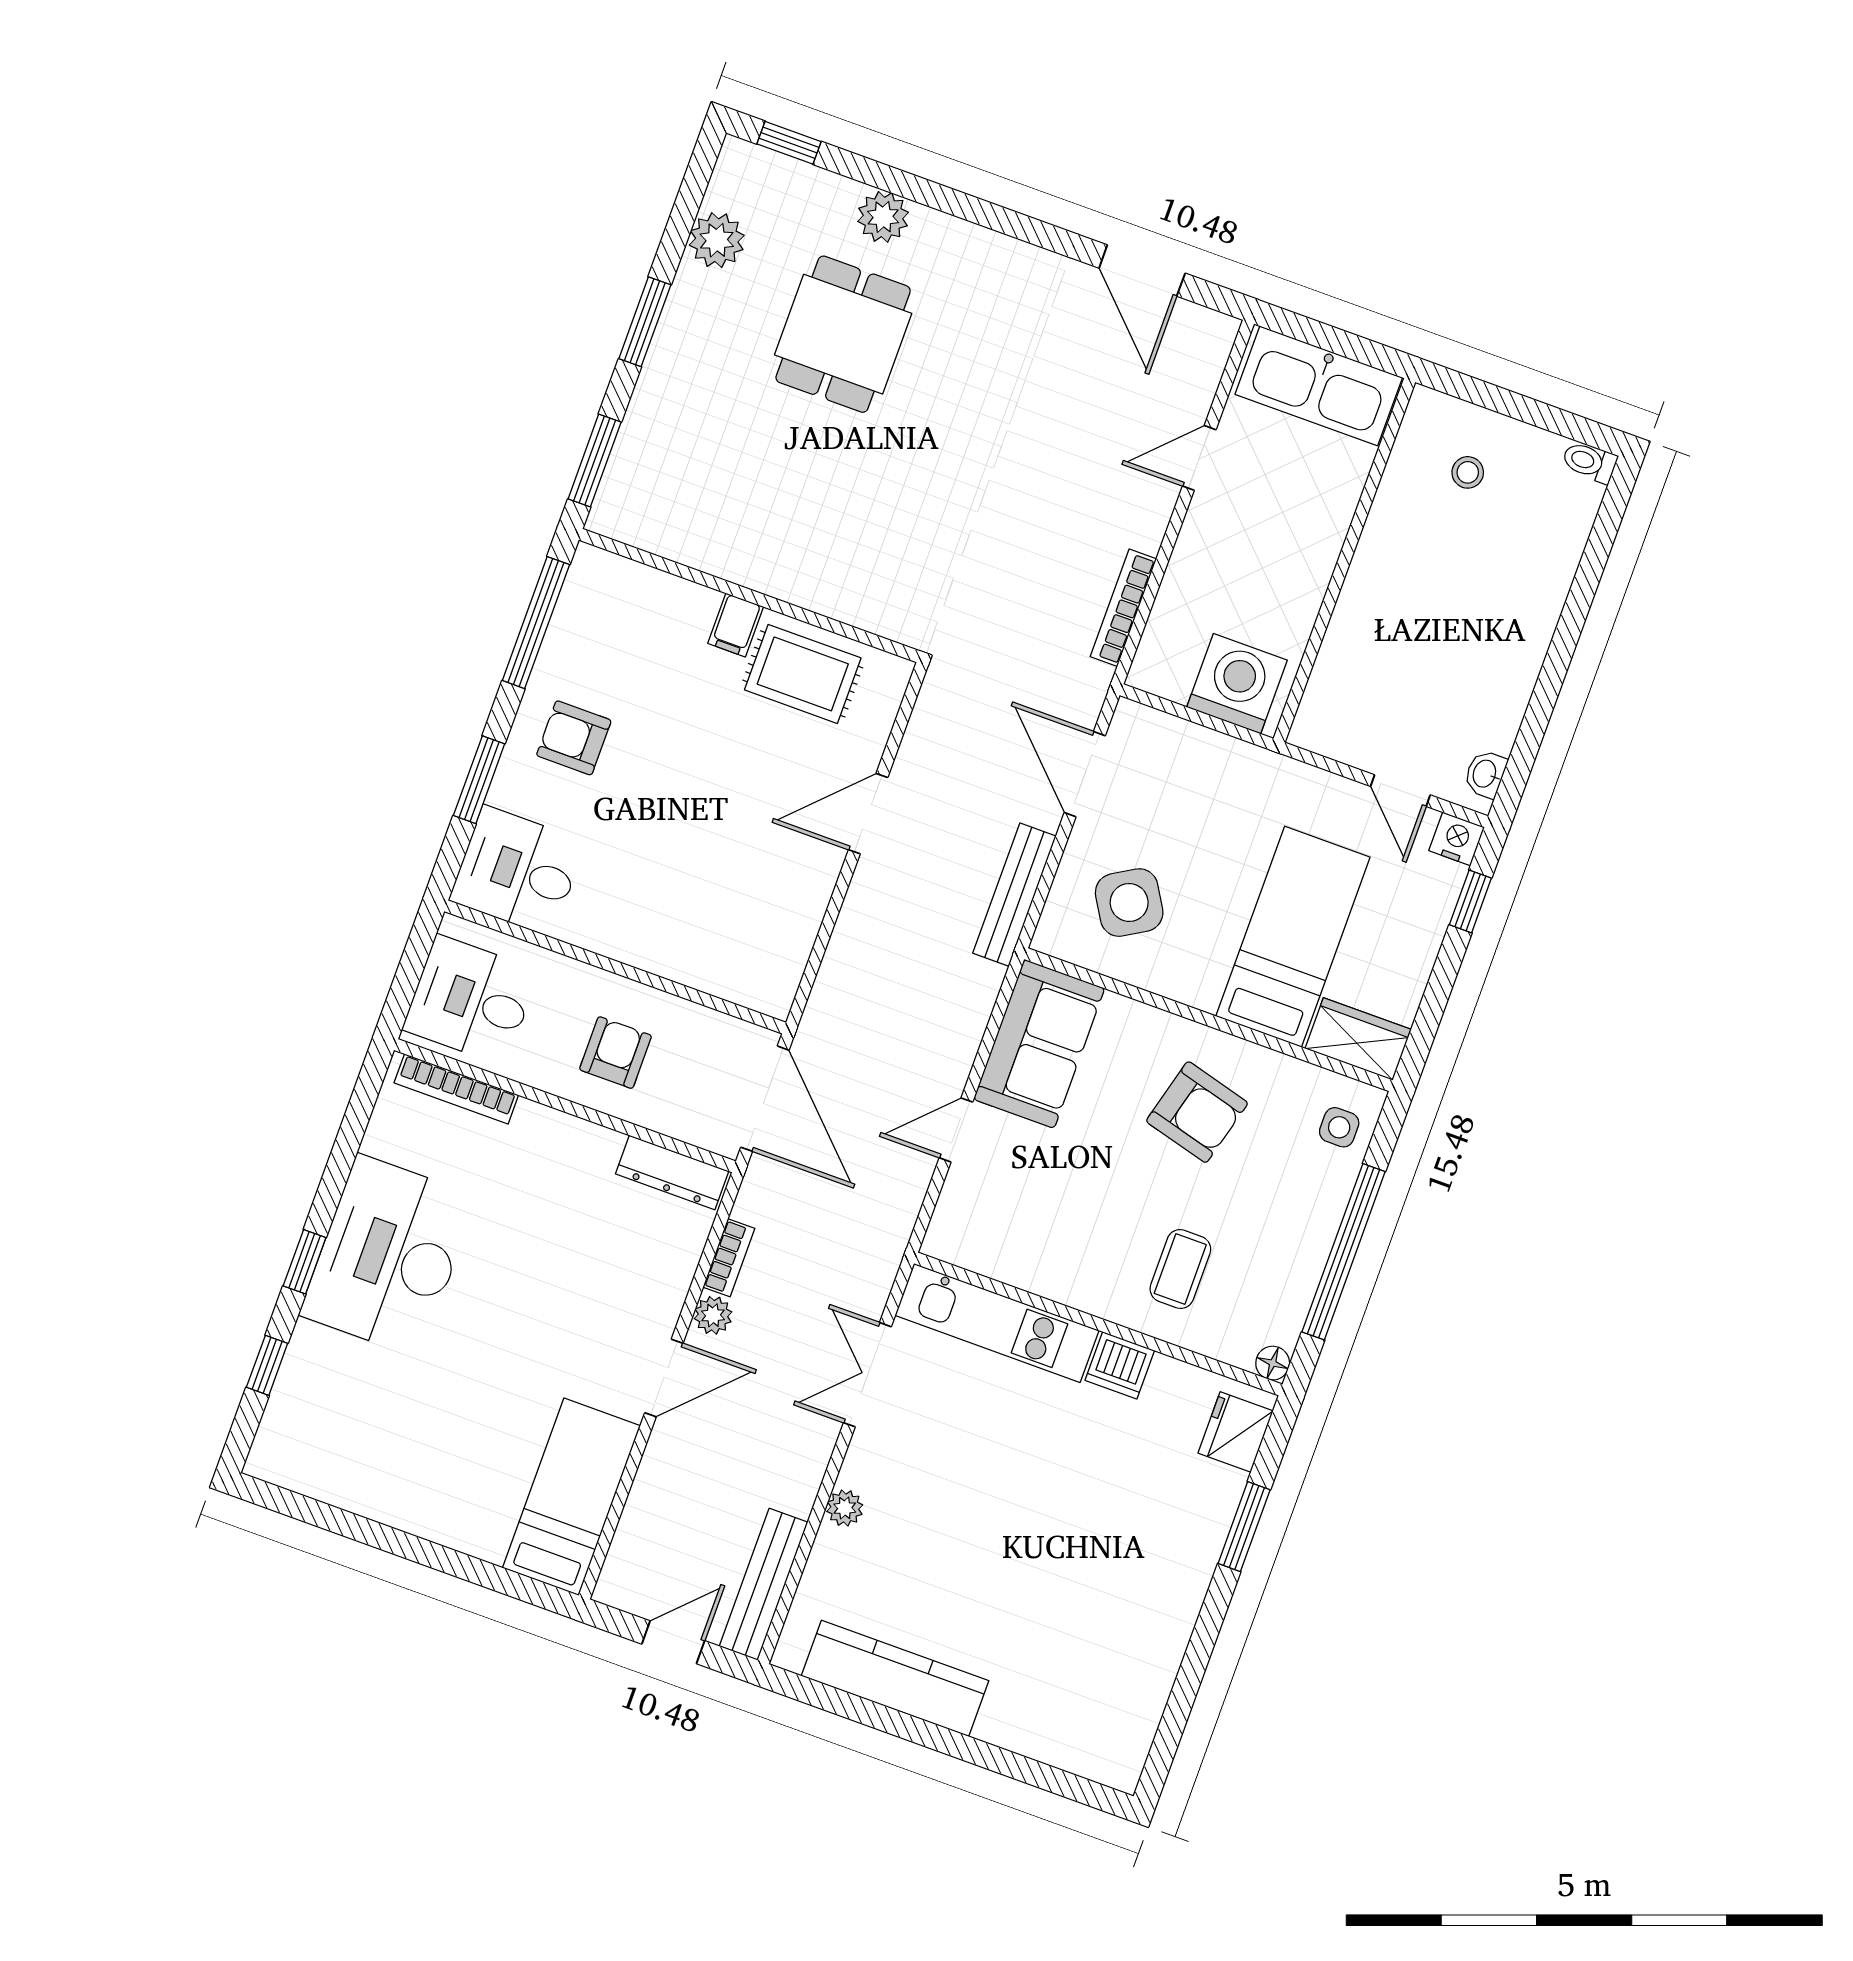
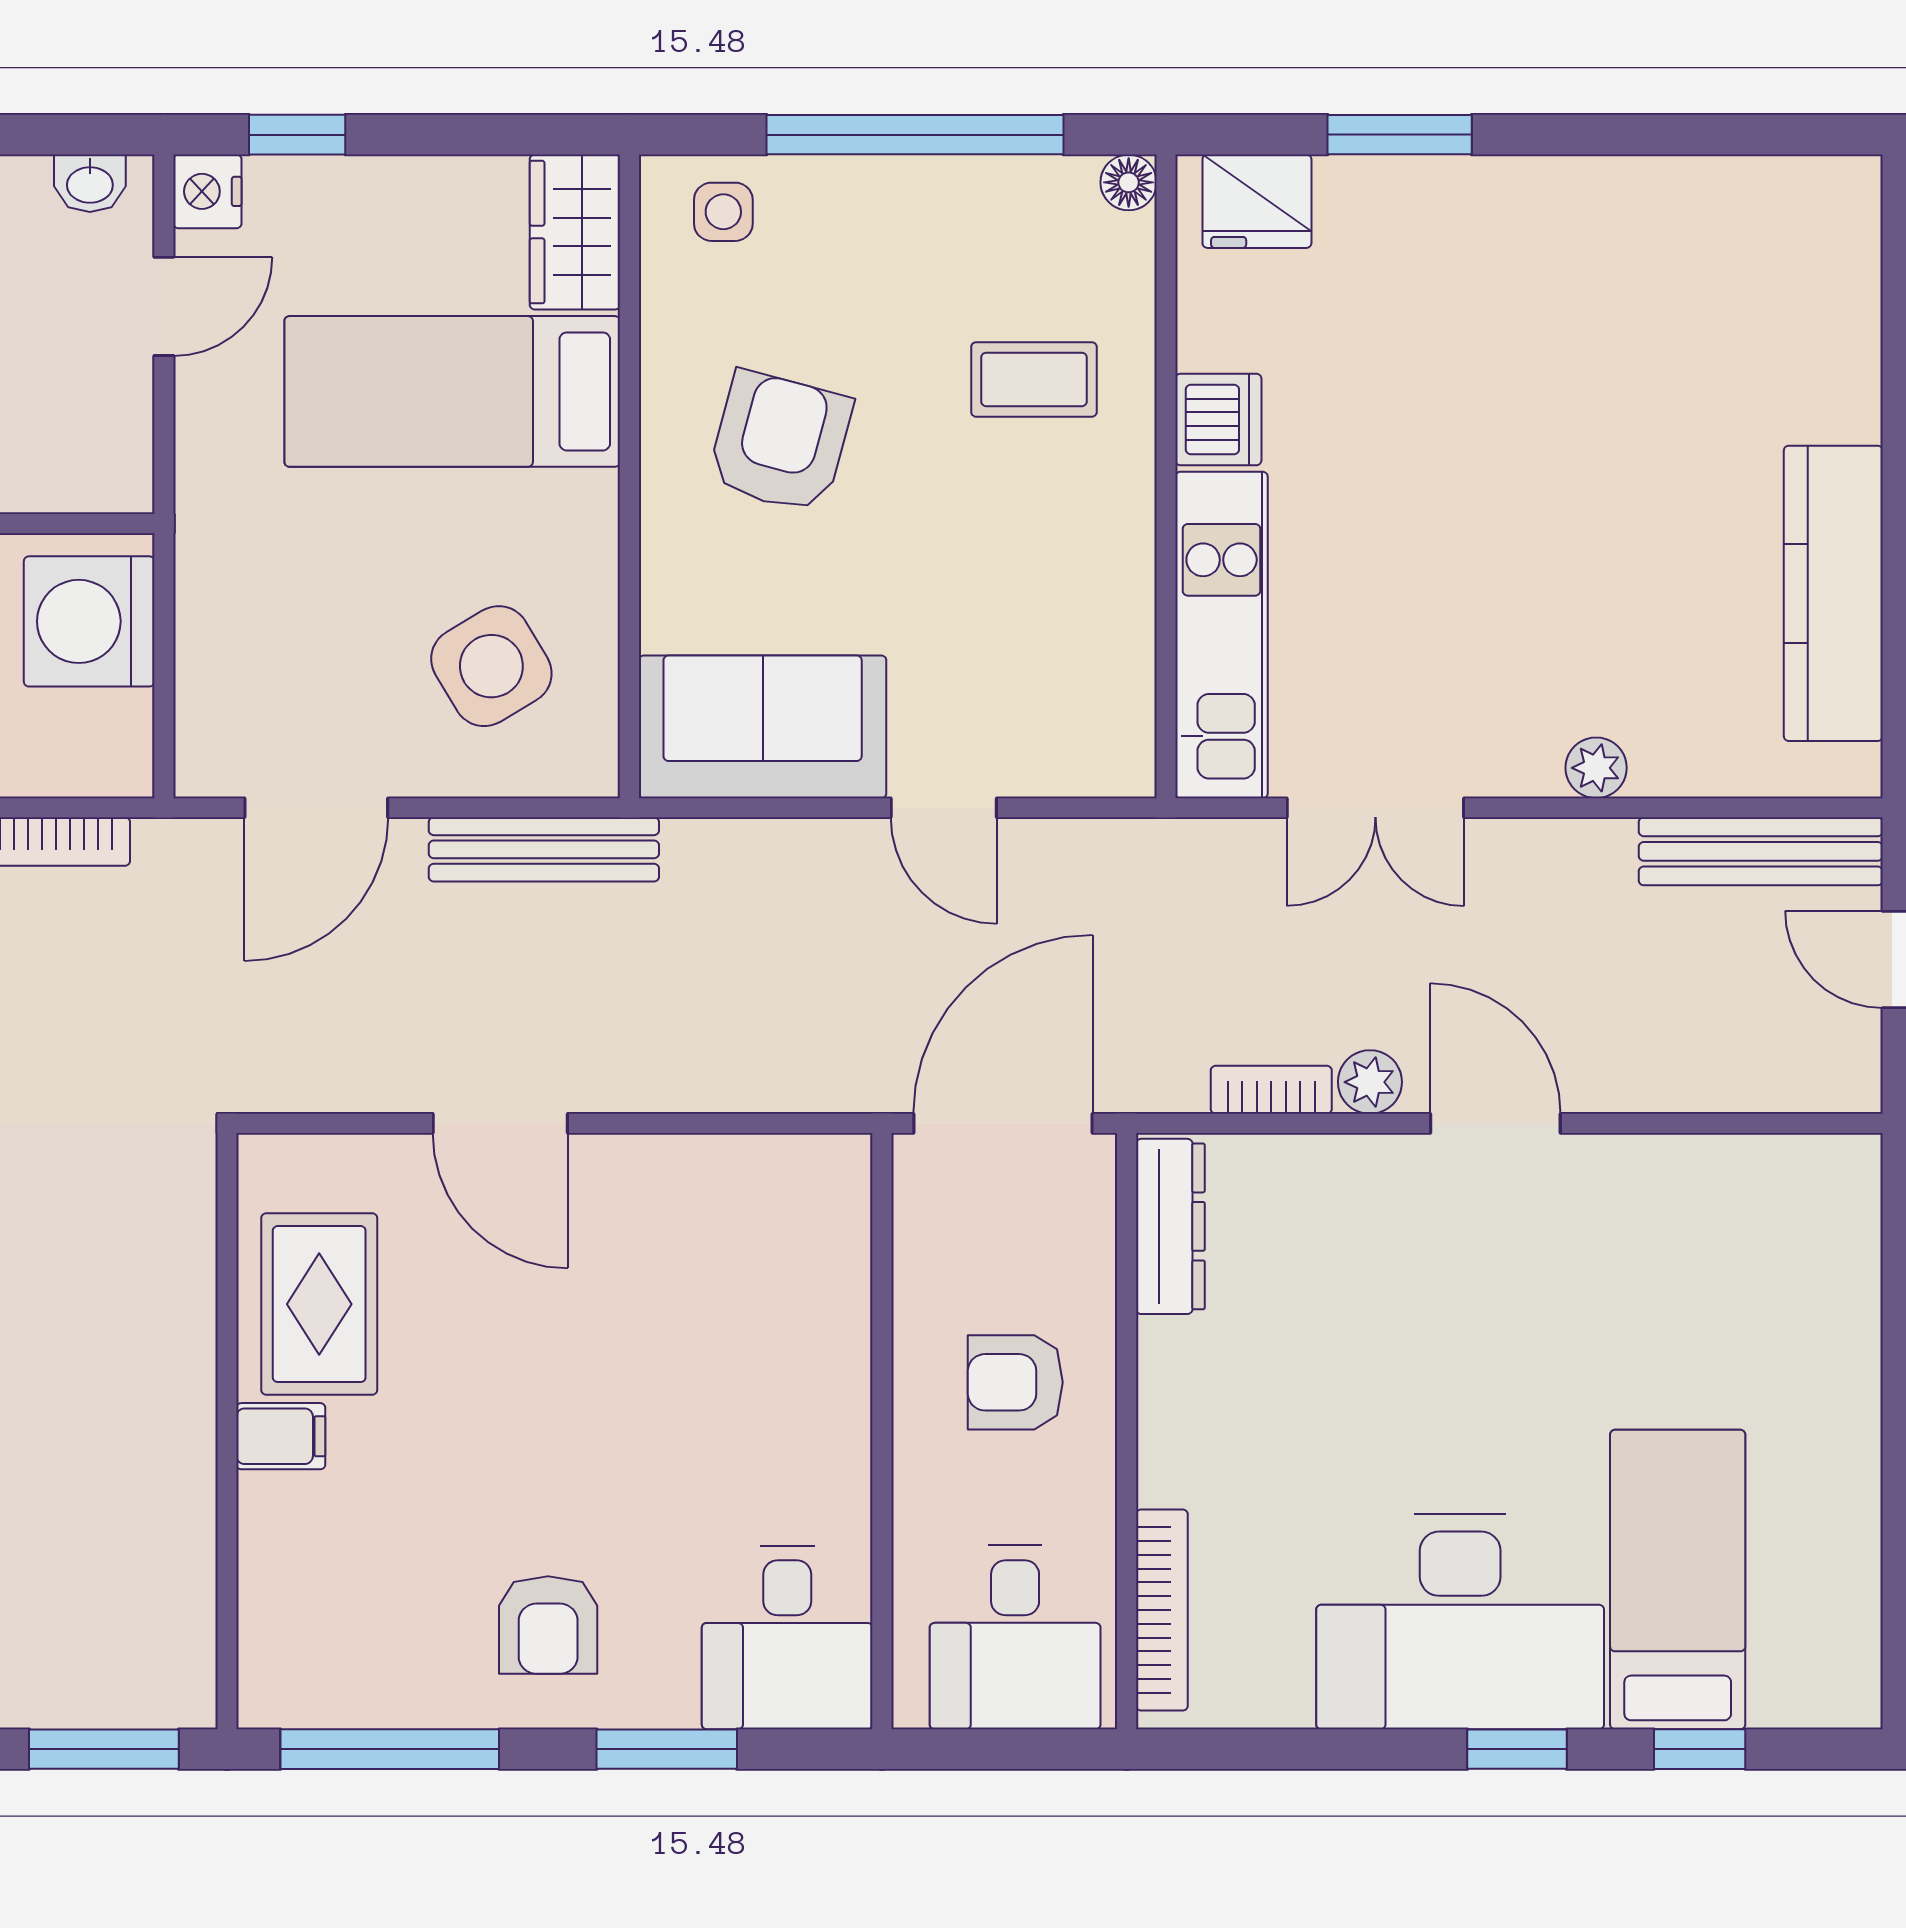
bed: (571, 1497) -> (1678, 1580), moved, turned 90

